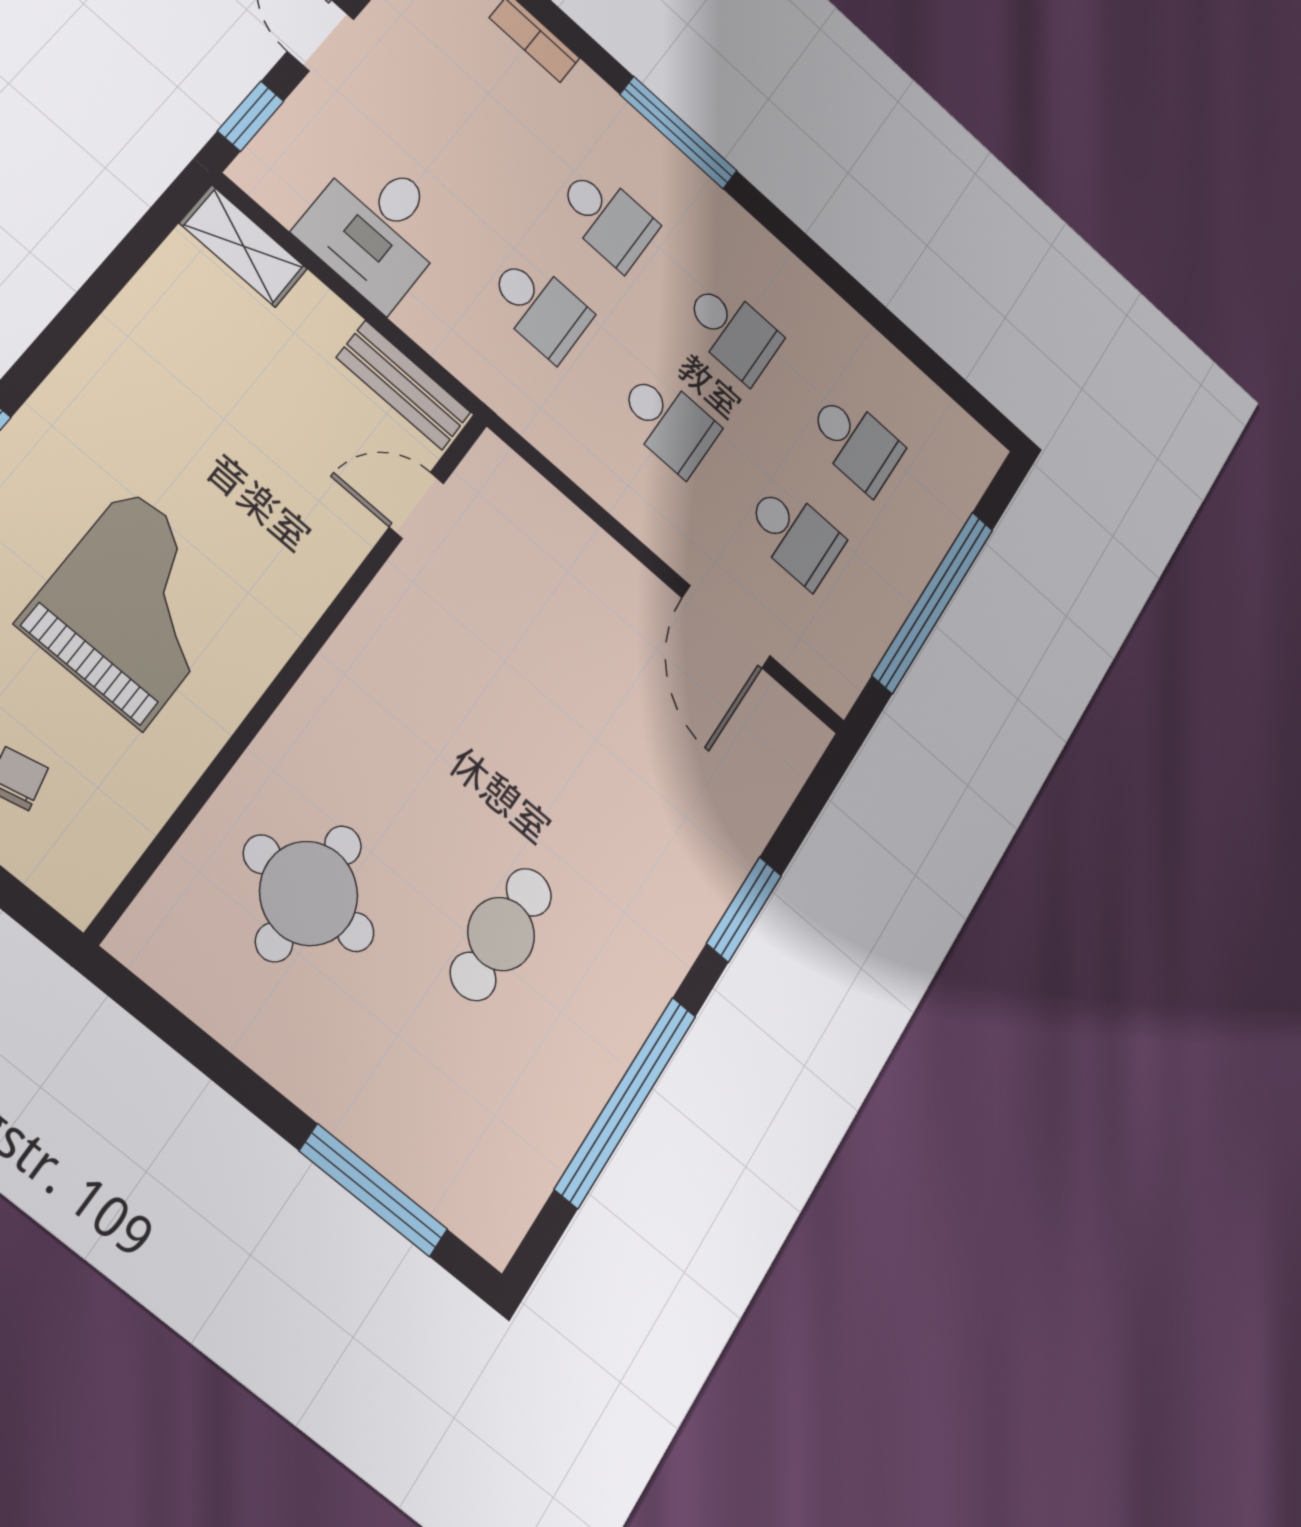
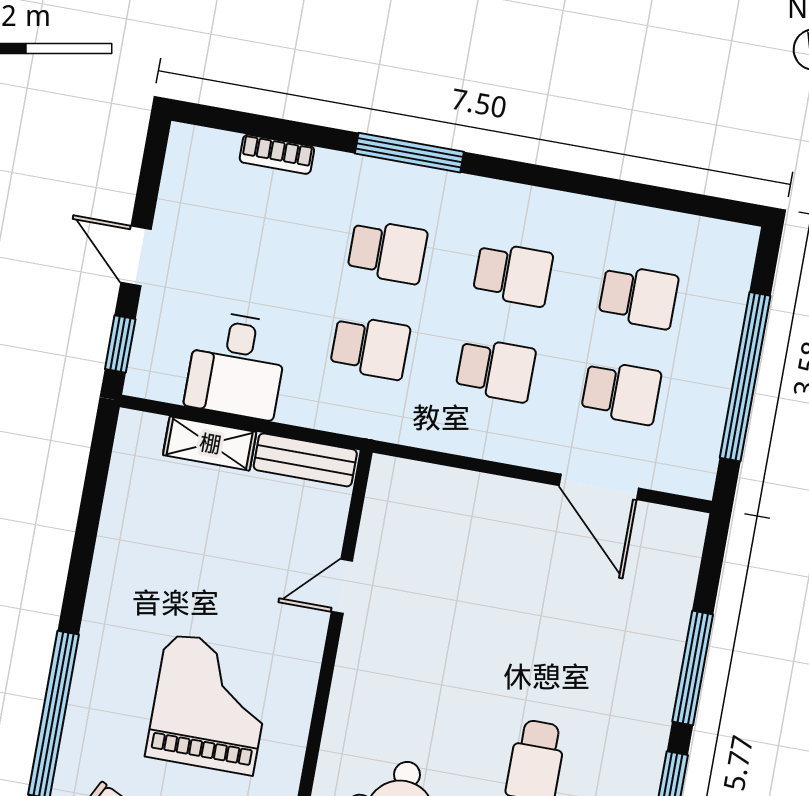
shelving: (244, 246) -> (210, 444), moved
door: (416, 505) -> (342, 586), moved
window: (744, 909) -> (693, 668), width x1.44

